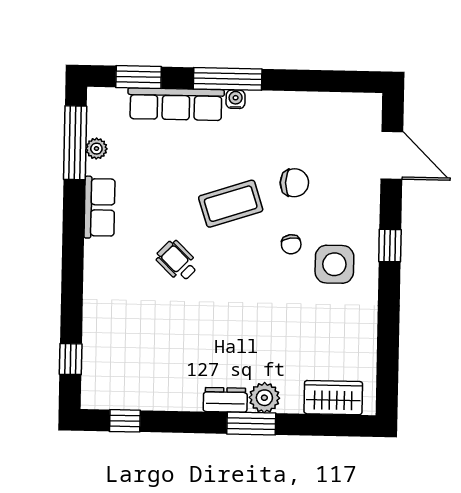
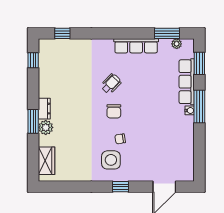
window: (75, 143) -> (167, 33), width x0.69
plant: (96, 149) -> (177, 44), moved
chair: (294, 183) -> (114, 111), moved
coffee table: (231, 204) -> (139, 109), removed
row of seats: (99, 207) -> (136, 46), width x1.48

